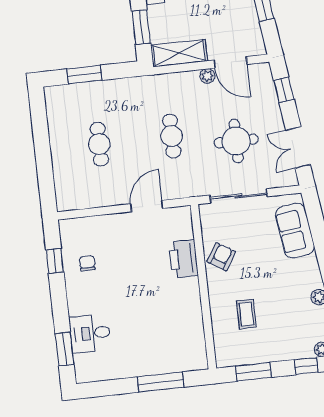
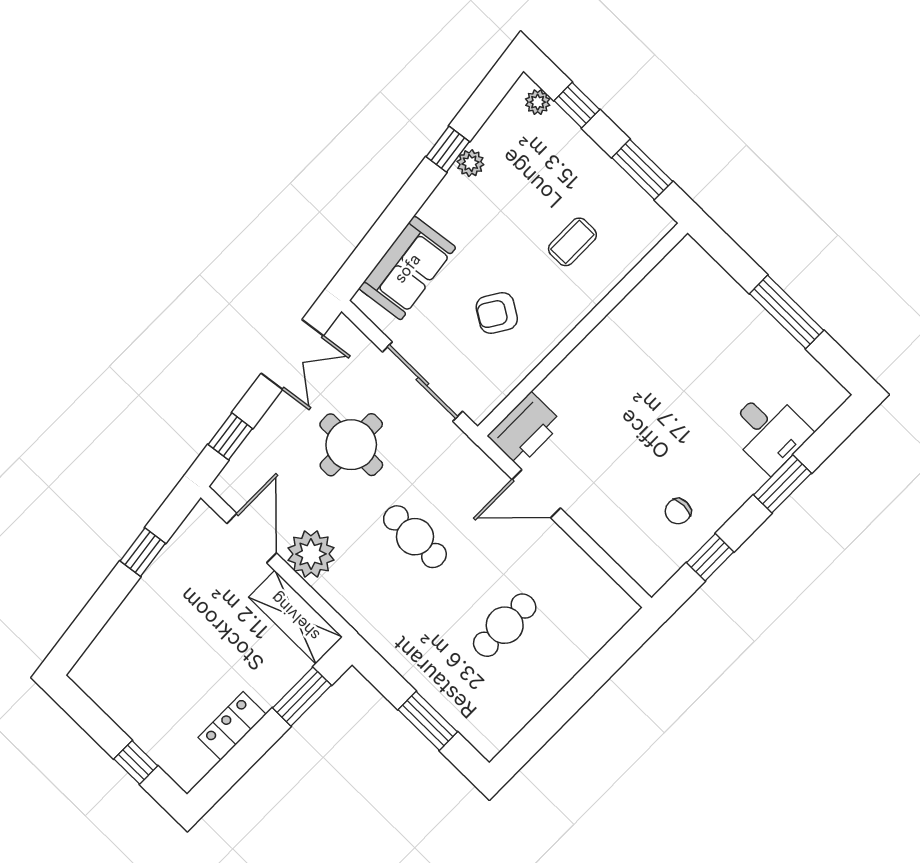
plant: (207, 76) -> (311, 554), width x1.88, depth x1.88
cafe table: (172, 136) -> (415, 537), turned 90
armchair: (221, 257) -> (497, 313), moved
printer: (183, 259) -> (525, 429), moved
window: (65, 349) -> (782, 484), moved
window: (161, 382) -> (787, 312), moved

